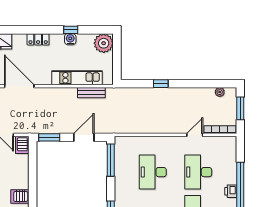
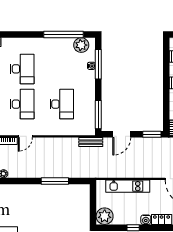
water cooler: (70, 39) -> (146, 220), moved
window: (161, 84) -> (55, 181), width x2.17
bench: (91, 93) -> (91, 142), moved

